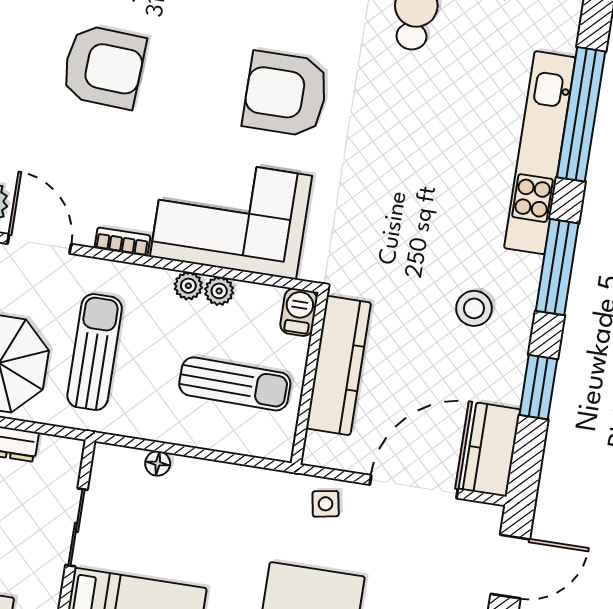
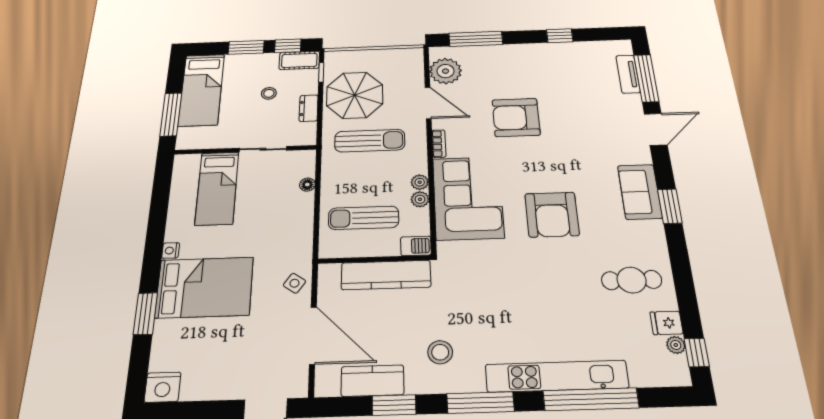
armchair: (104, 67) -> (516, 117), moved, turned 87
armchair: (286, 94) -> (552, 215), turned 180
door: (39, 244) -> (428, 103), hinge flipped
sun lounger: (235, 384) -> (364, 218), turned 89
kitchen counter: (492, 450) -> (372, 381), moved
side table: (326, 504) -> (294, 283), turned 45

